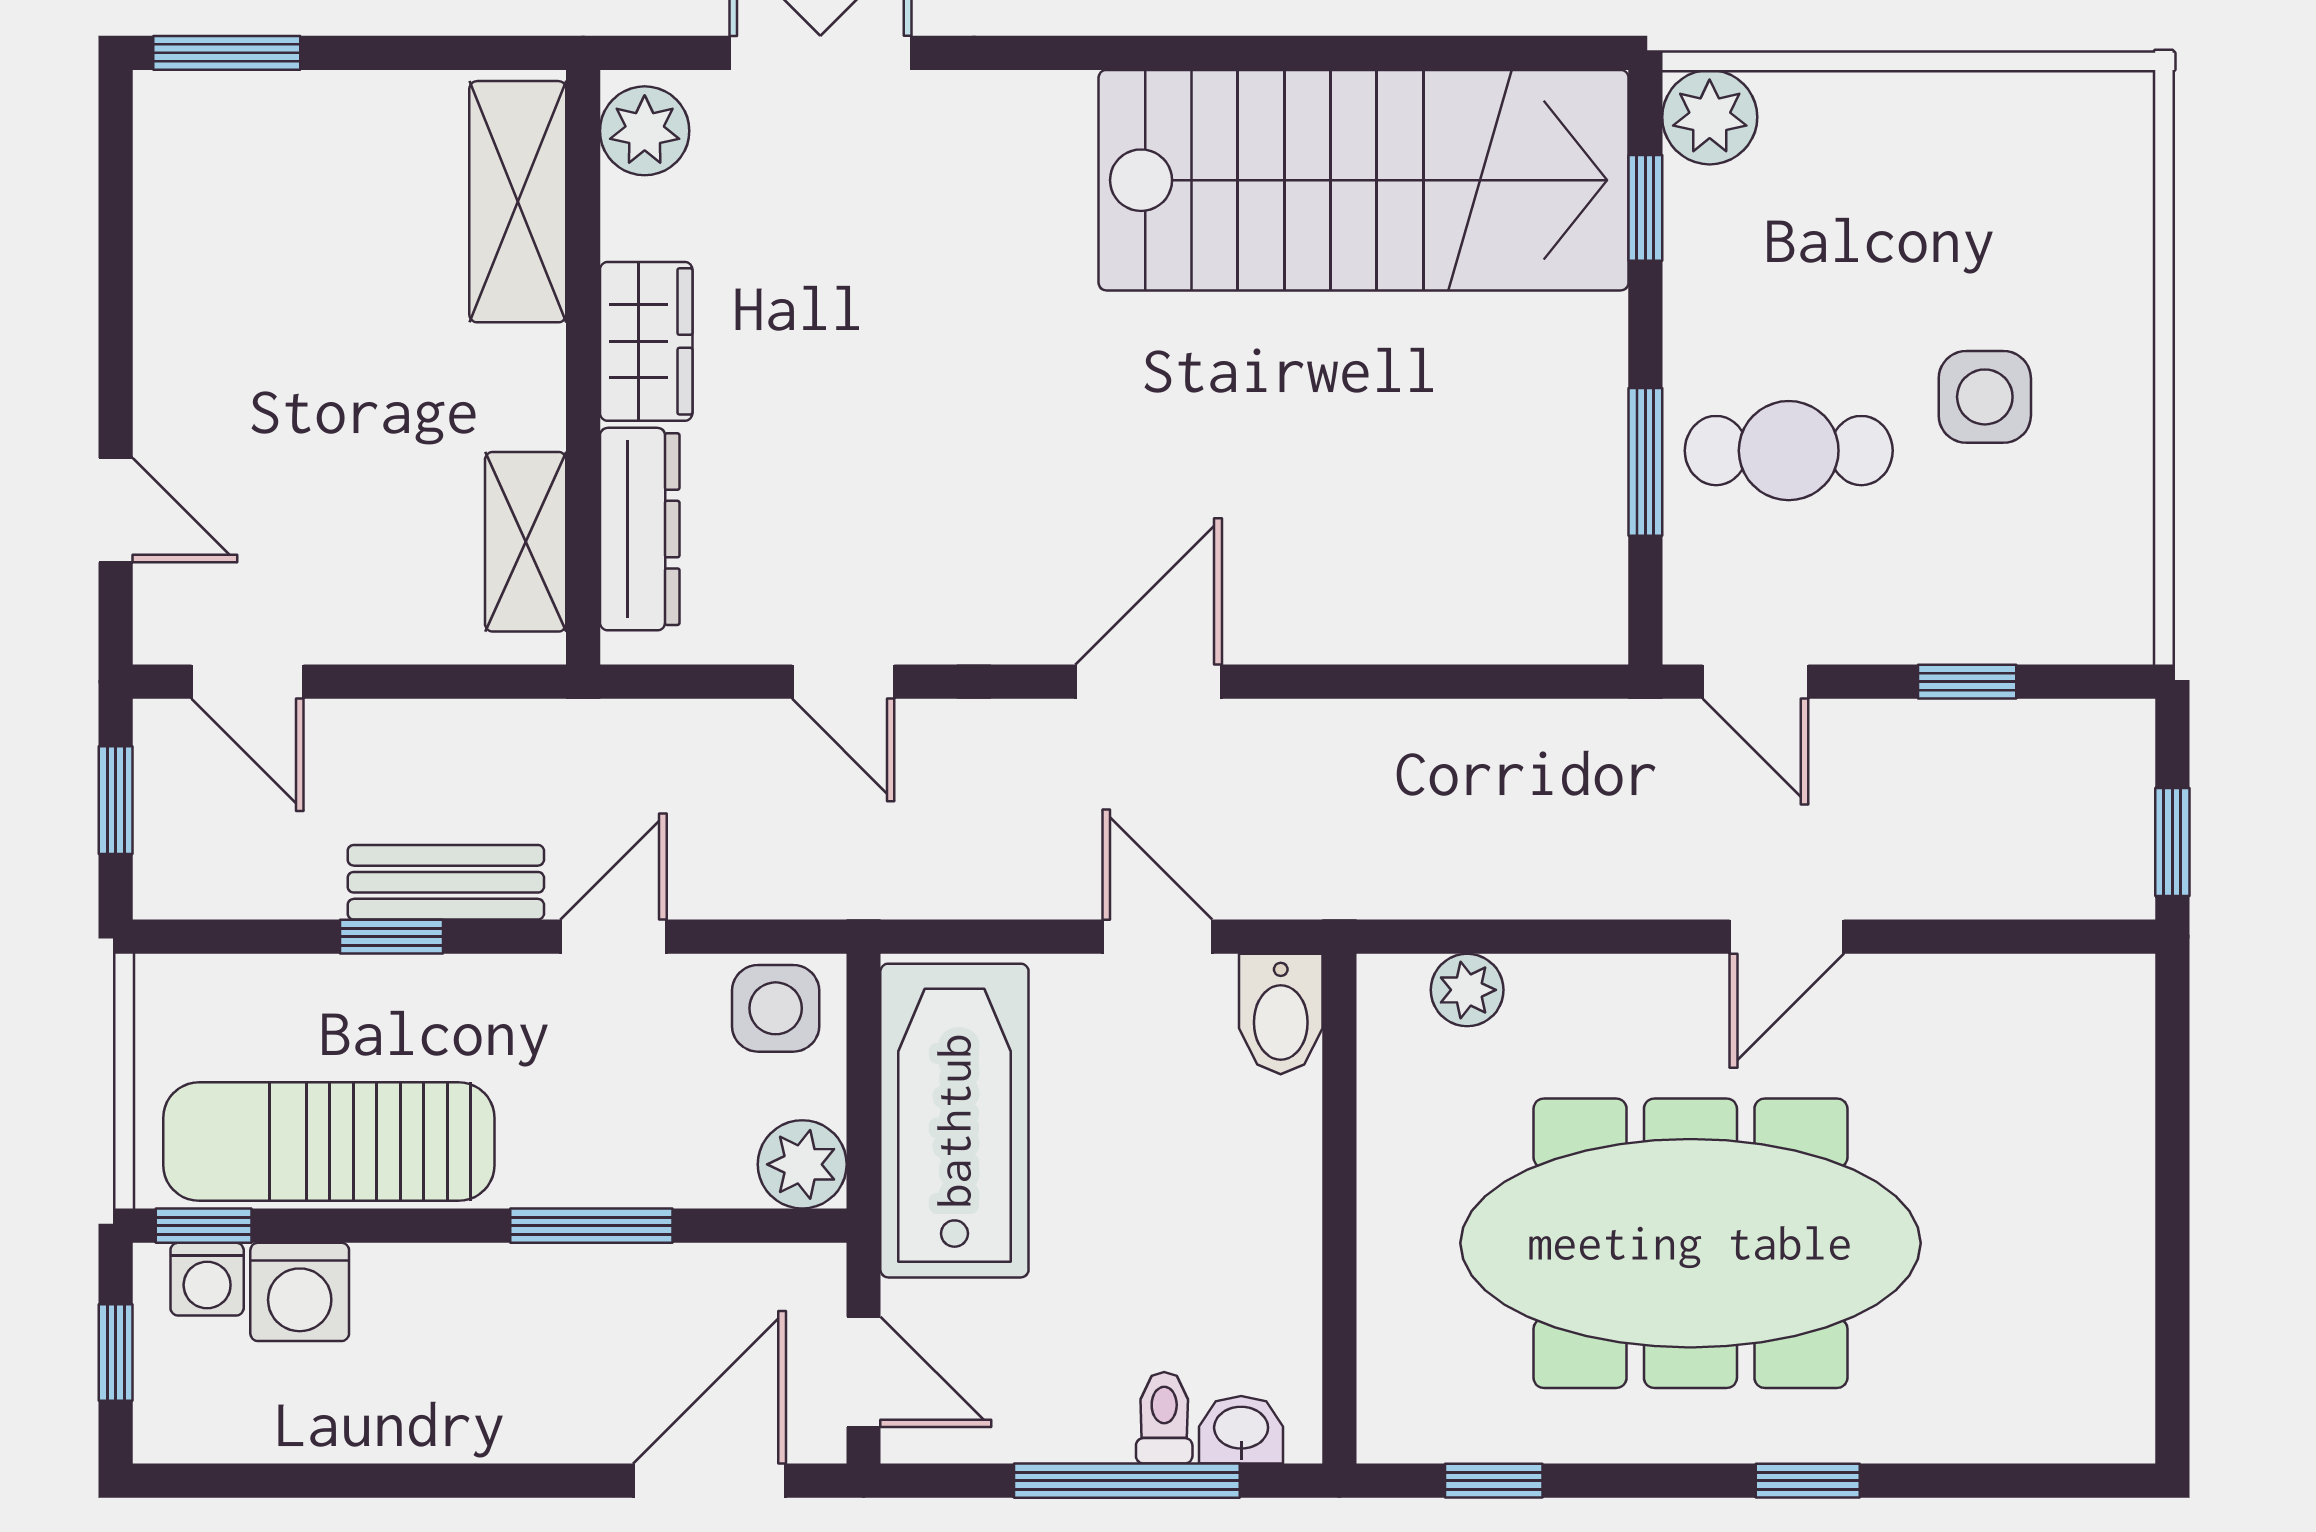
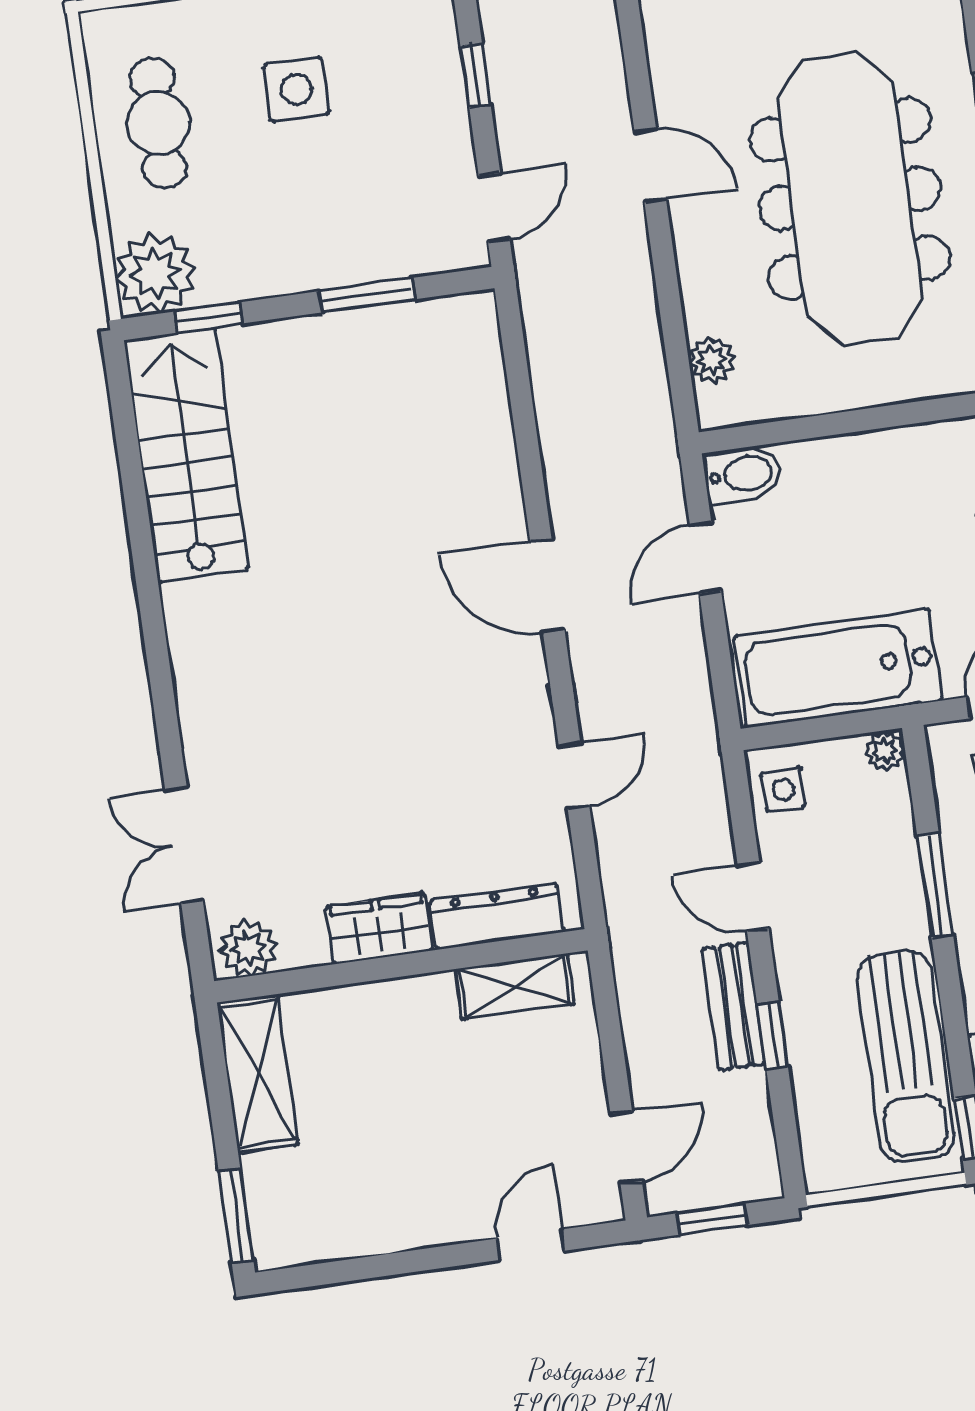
plant: (1710, 117) -> (155, 273), width x1.36, depth x1.36
stairs: (1364, 180) -> (187, 455), width x0.73, depth x0.66
shelving: (518, 202) -> (258, 1073), moved, turned 90
cafe table: (1789, 451) -> (158, 123), moved
side table: (776, 1008) -> (784, 790), width x0.73, depth x0.73
plant: (802, 1164) -> (885, 751), width x0.73, depth x0.73

